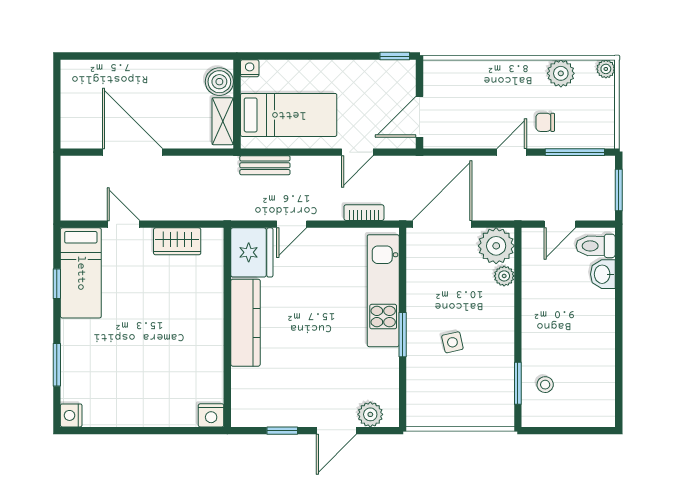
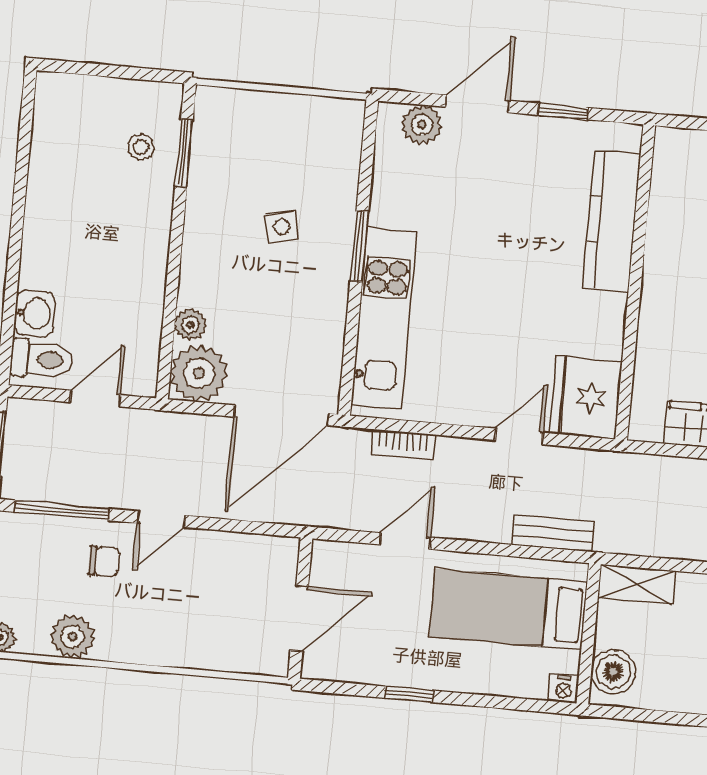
window: (395, 56) -> (409, 694), moved
door: (419, 117) -> (299, 619), moved
shelving: (223, 121) -> (636, 584), moved, turned 90
kitchen counter: (245, 323) -> (612, 221), moved
nightstand: (211, 415) -> (673, 146), removed

